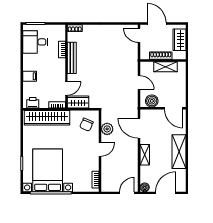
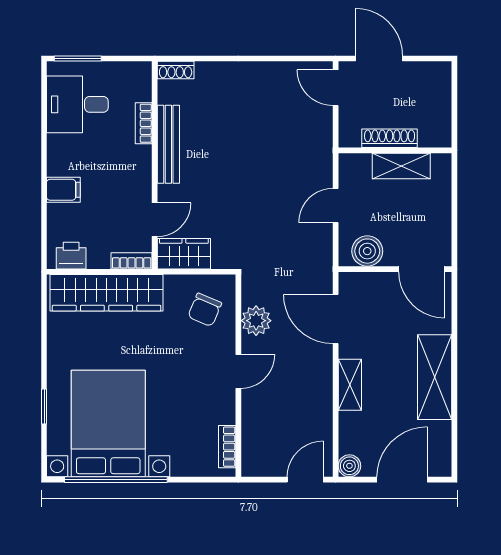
wardrobe: (179, 40) -> (436, 99), removed
door: (139, 83) -> (336, 205), swing flipped

